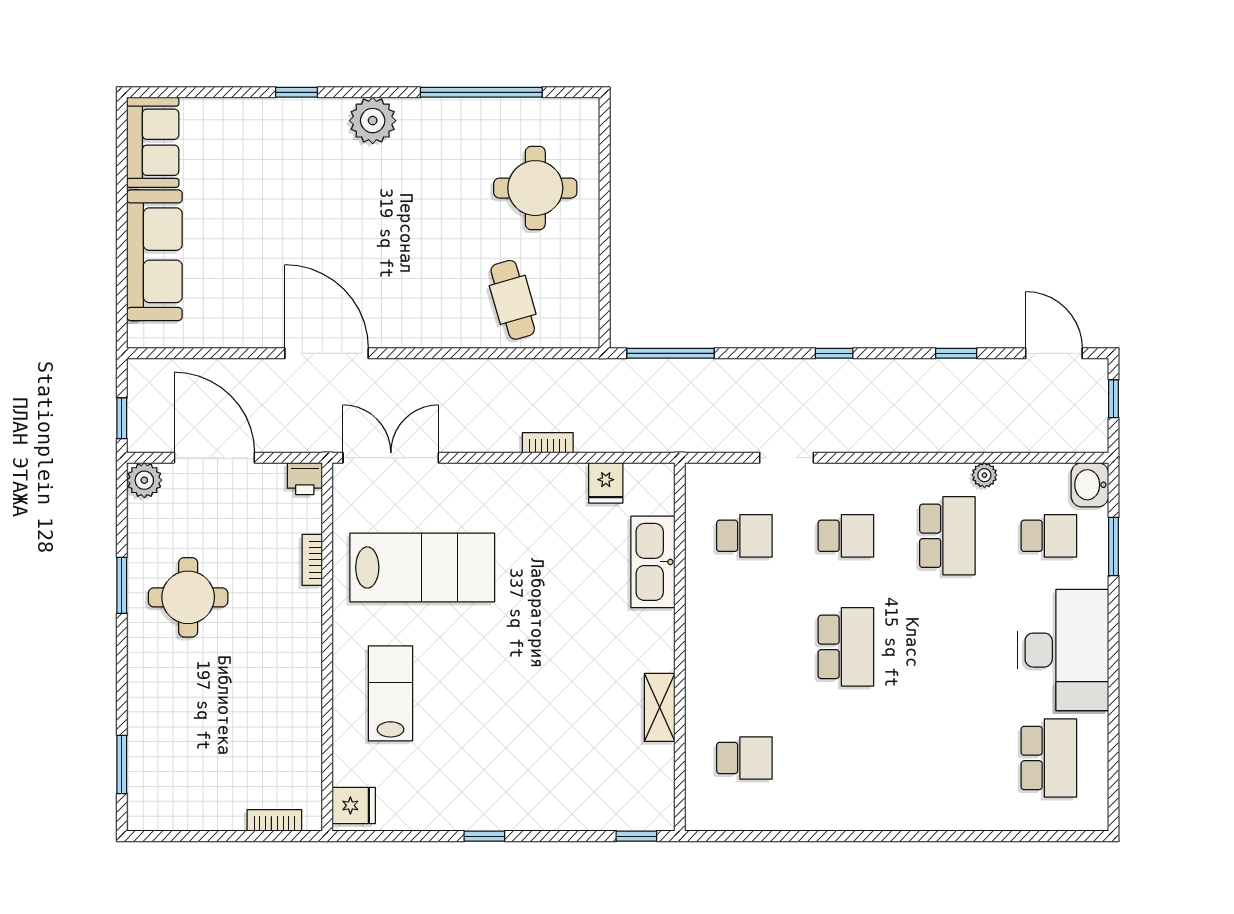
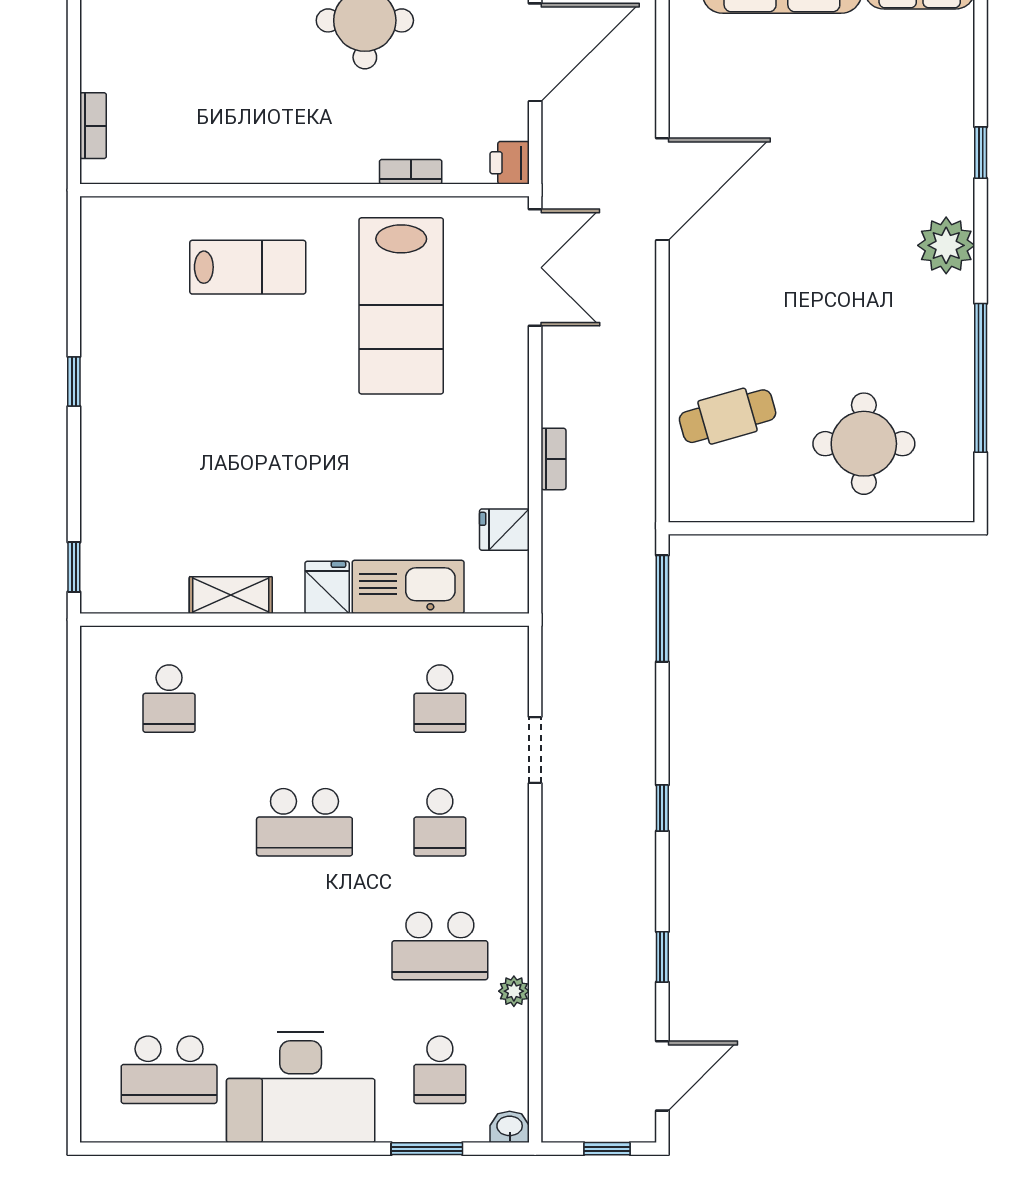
washbasin: (1090, 485) -> (510, 1127), width x0.72, depth x0.69
fridge: (354, 805) -> (327, 587), moved, turned 180

